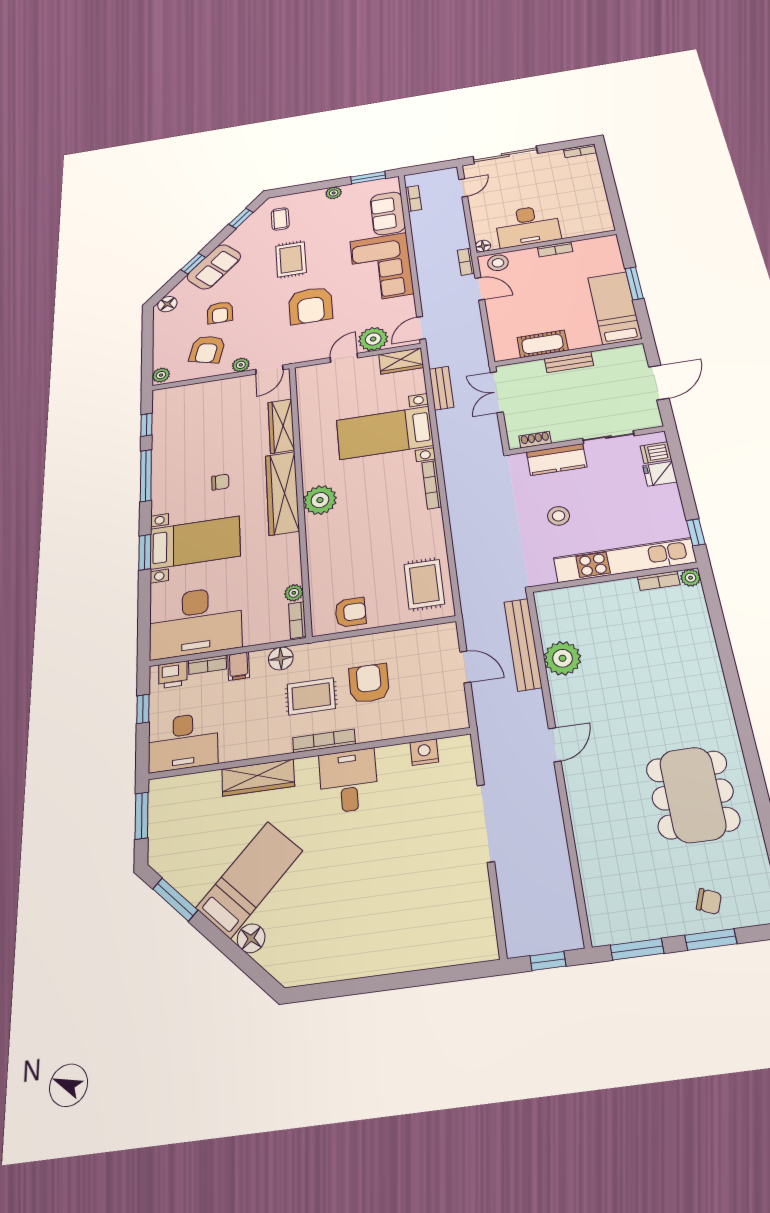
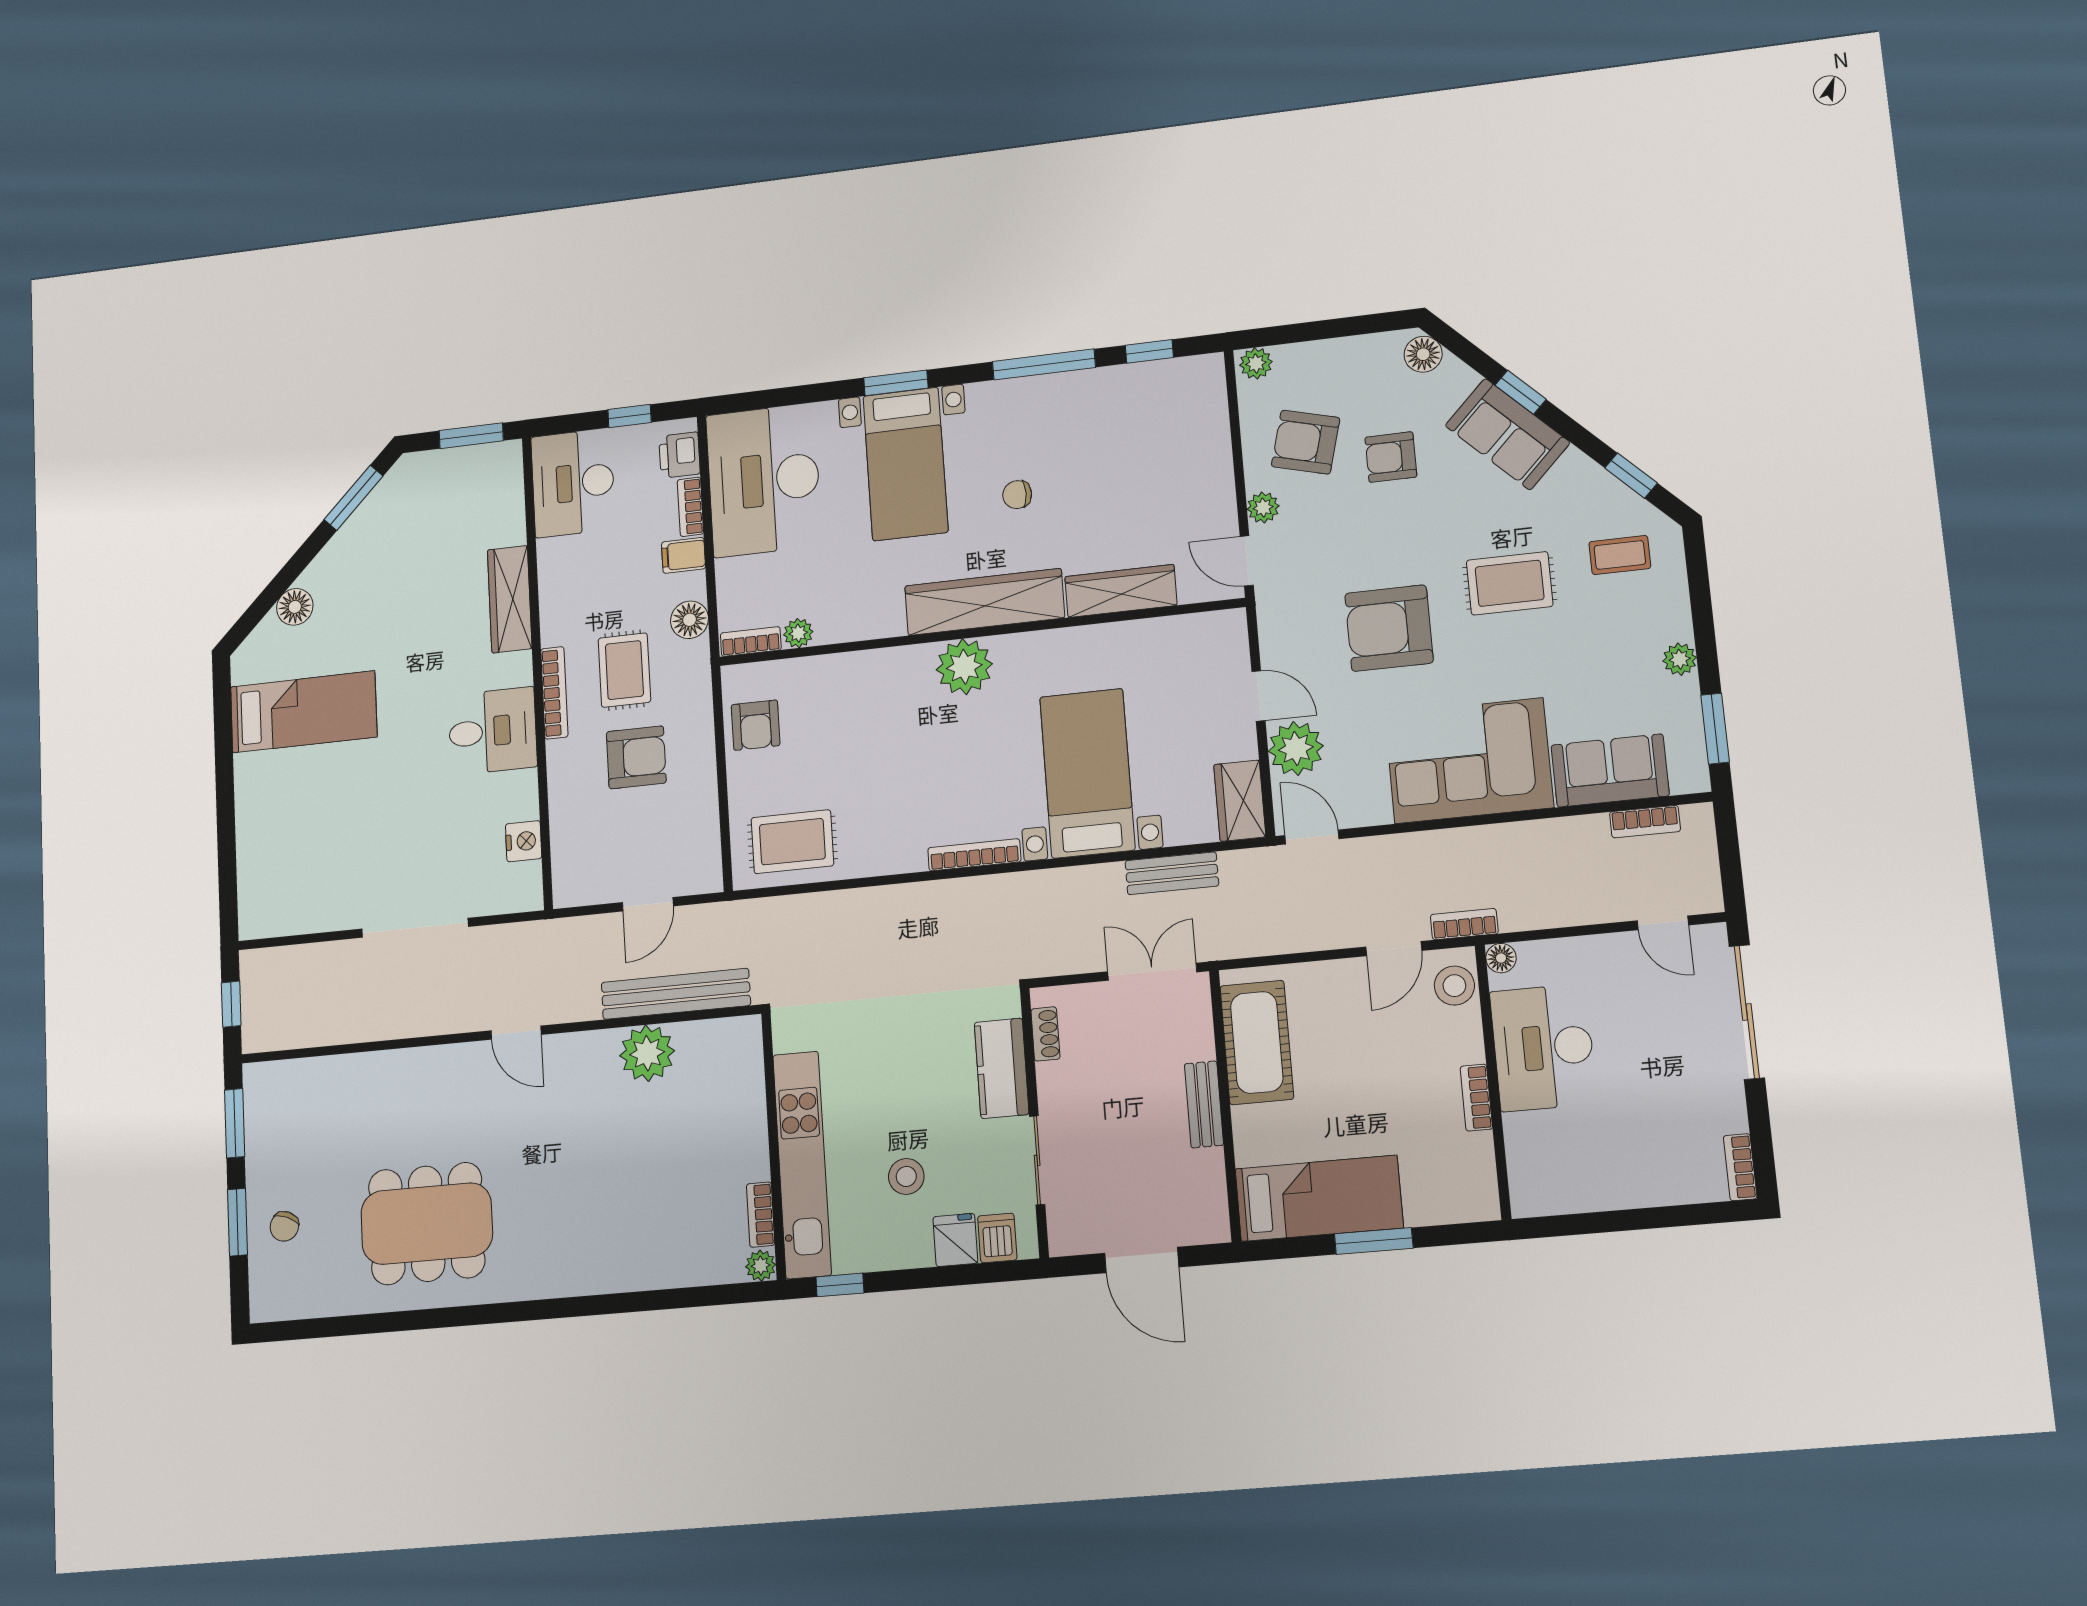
cot: (542, 344) -> (1257, 1042), width x1.37, depth x1.34
chair: (220, 482) -> (1017, 495), turned 90
stool: (559, 516) -> (906, 1176), moved
bed: (249, 879) -> (304, 712), moved, turned -45

